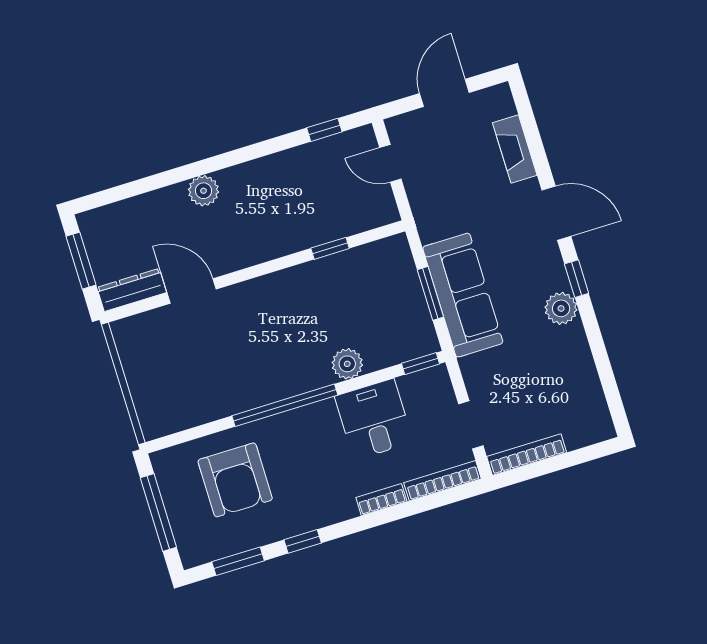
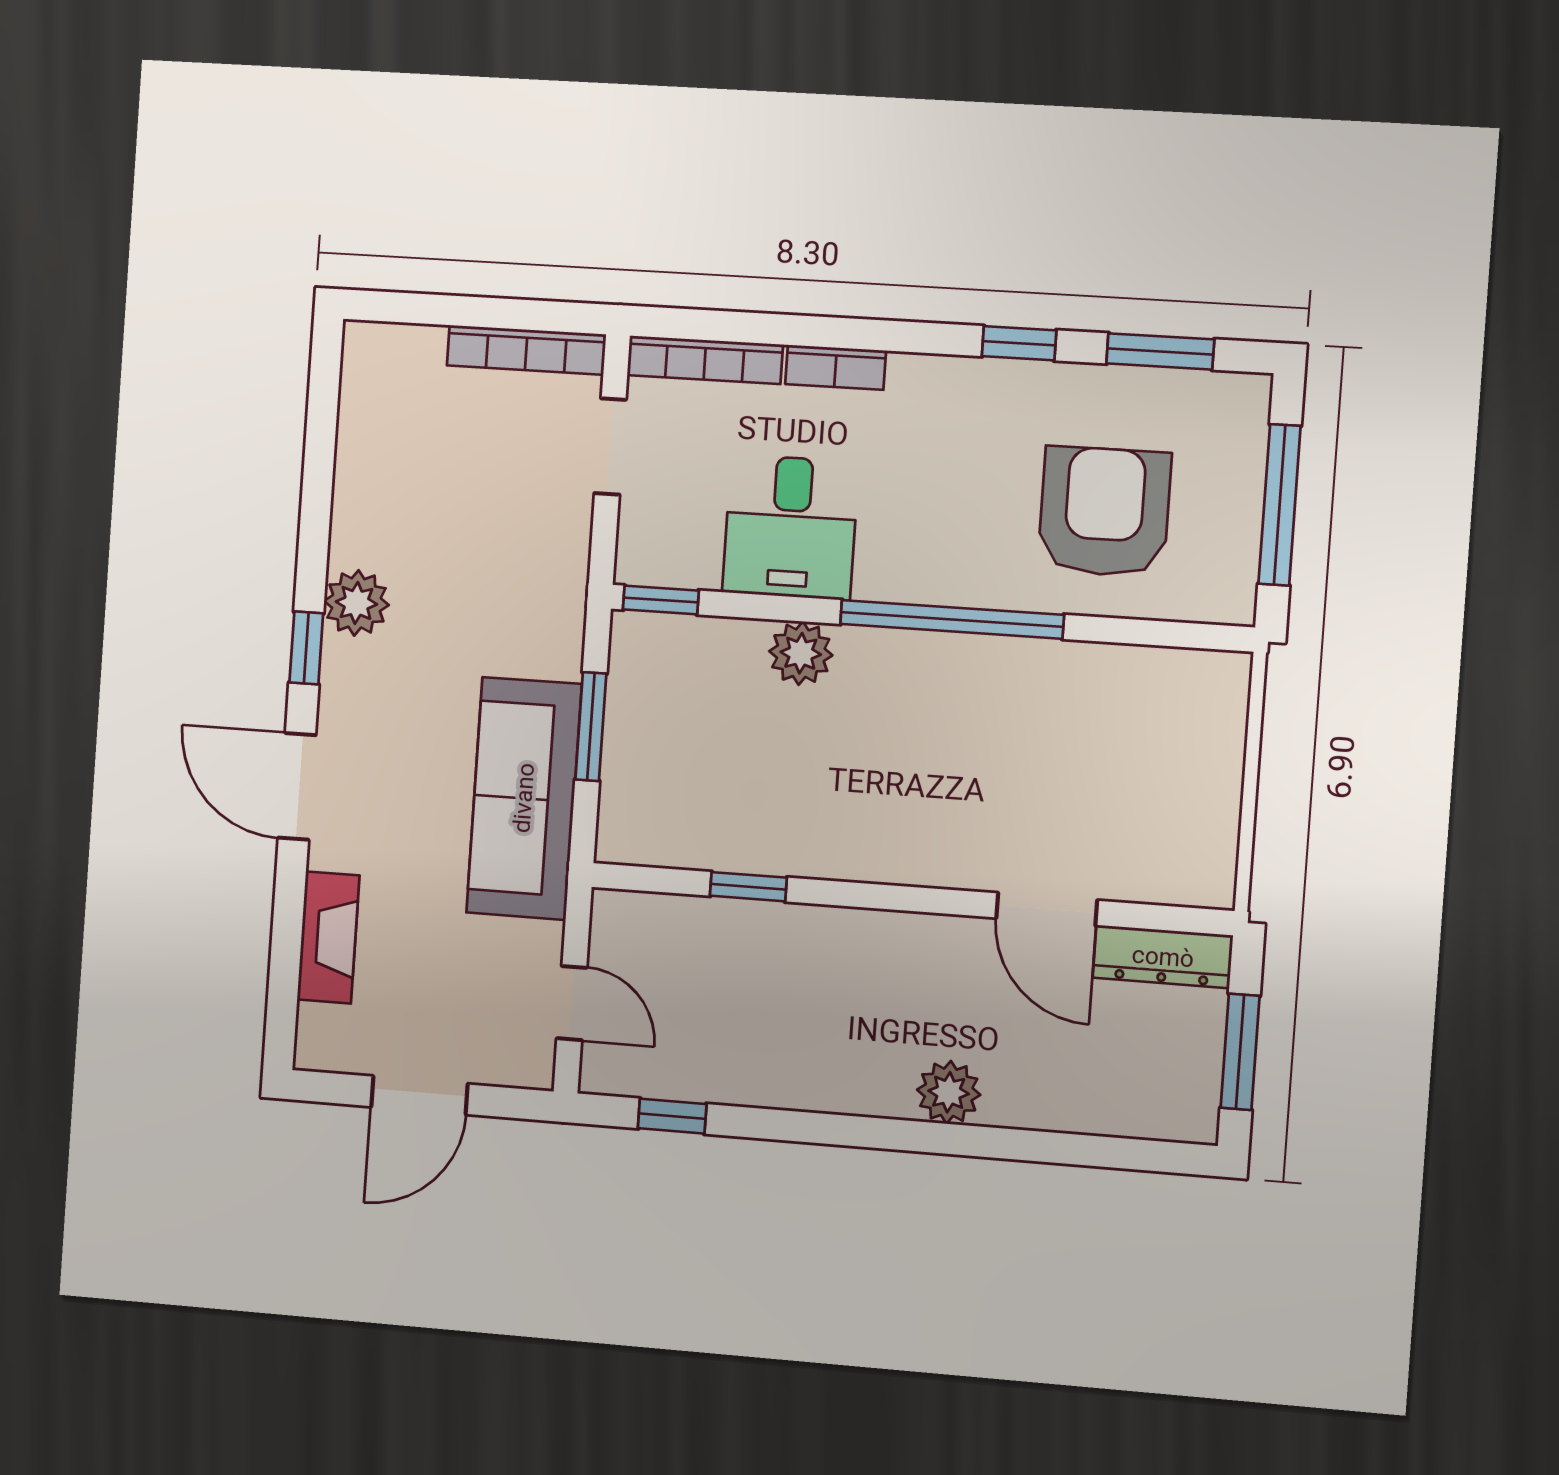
sofa: (463, 295) -> (524, 798), moved

